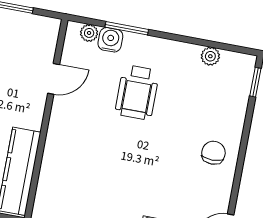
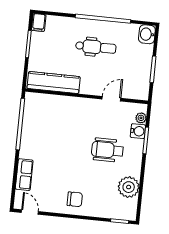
plant: (210, 56) -> (129, 187), width x1.88, depth x1.88
door: (54, 79) -> (111, 99), swing flipped

